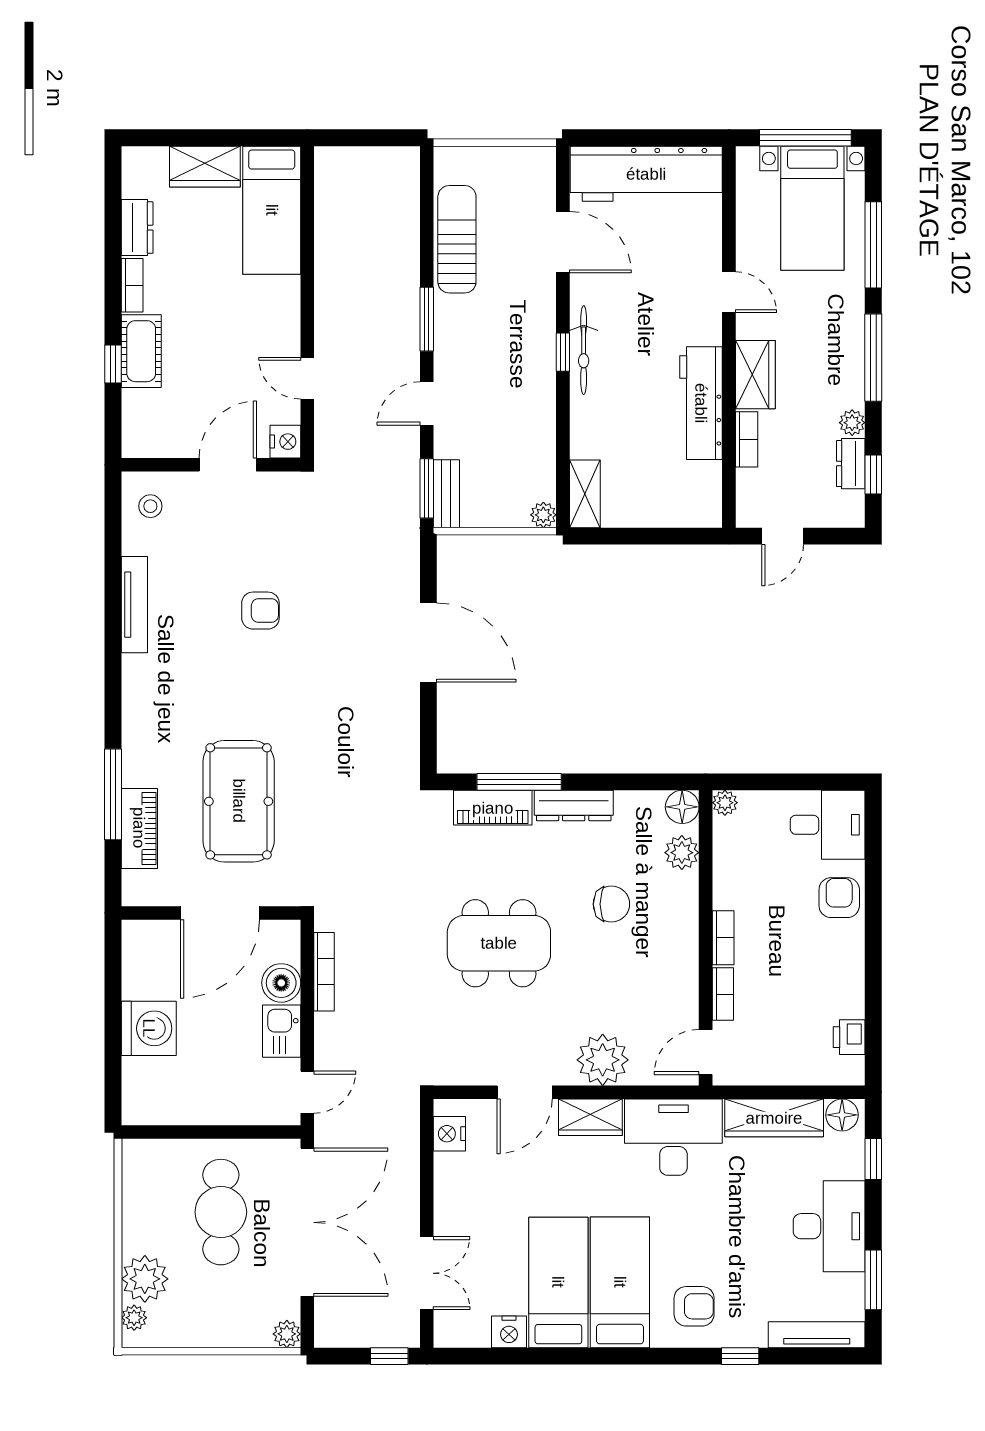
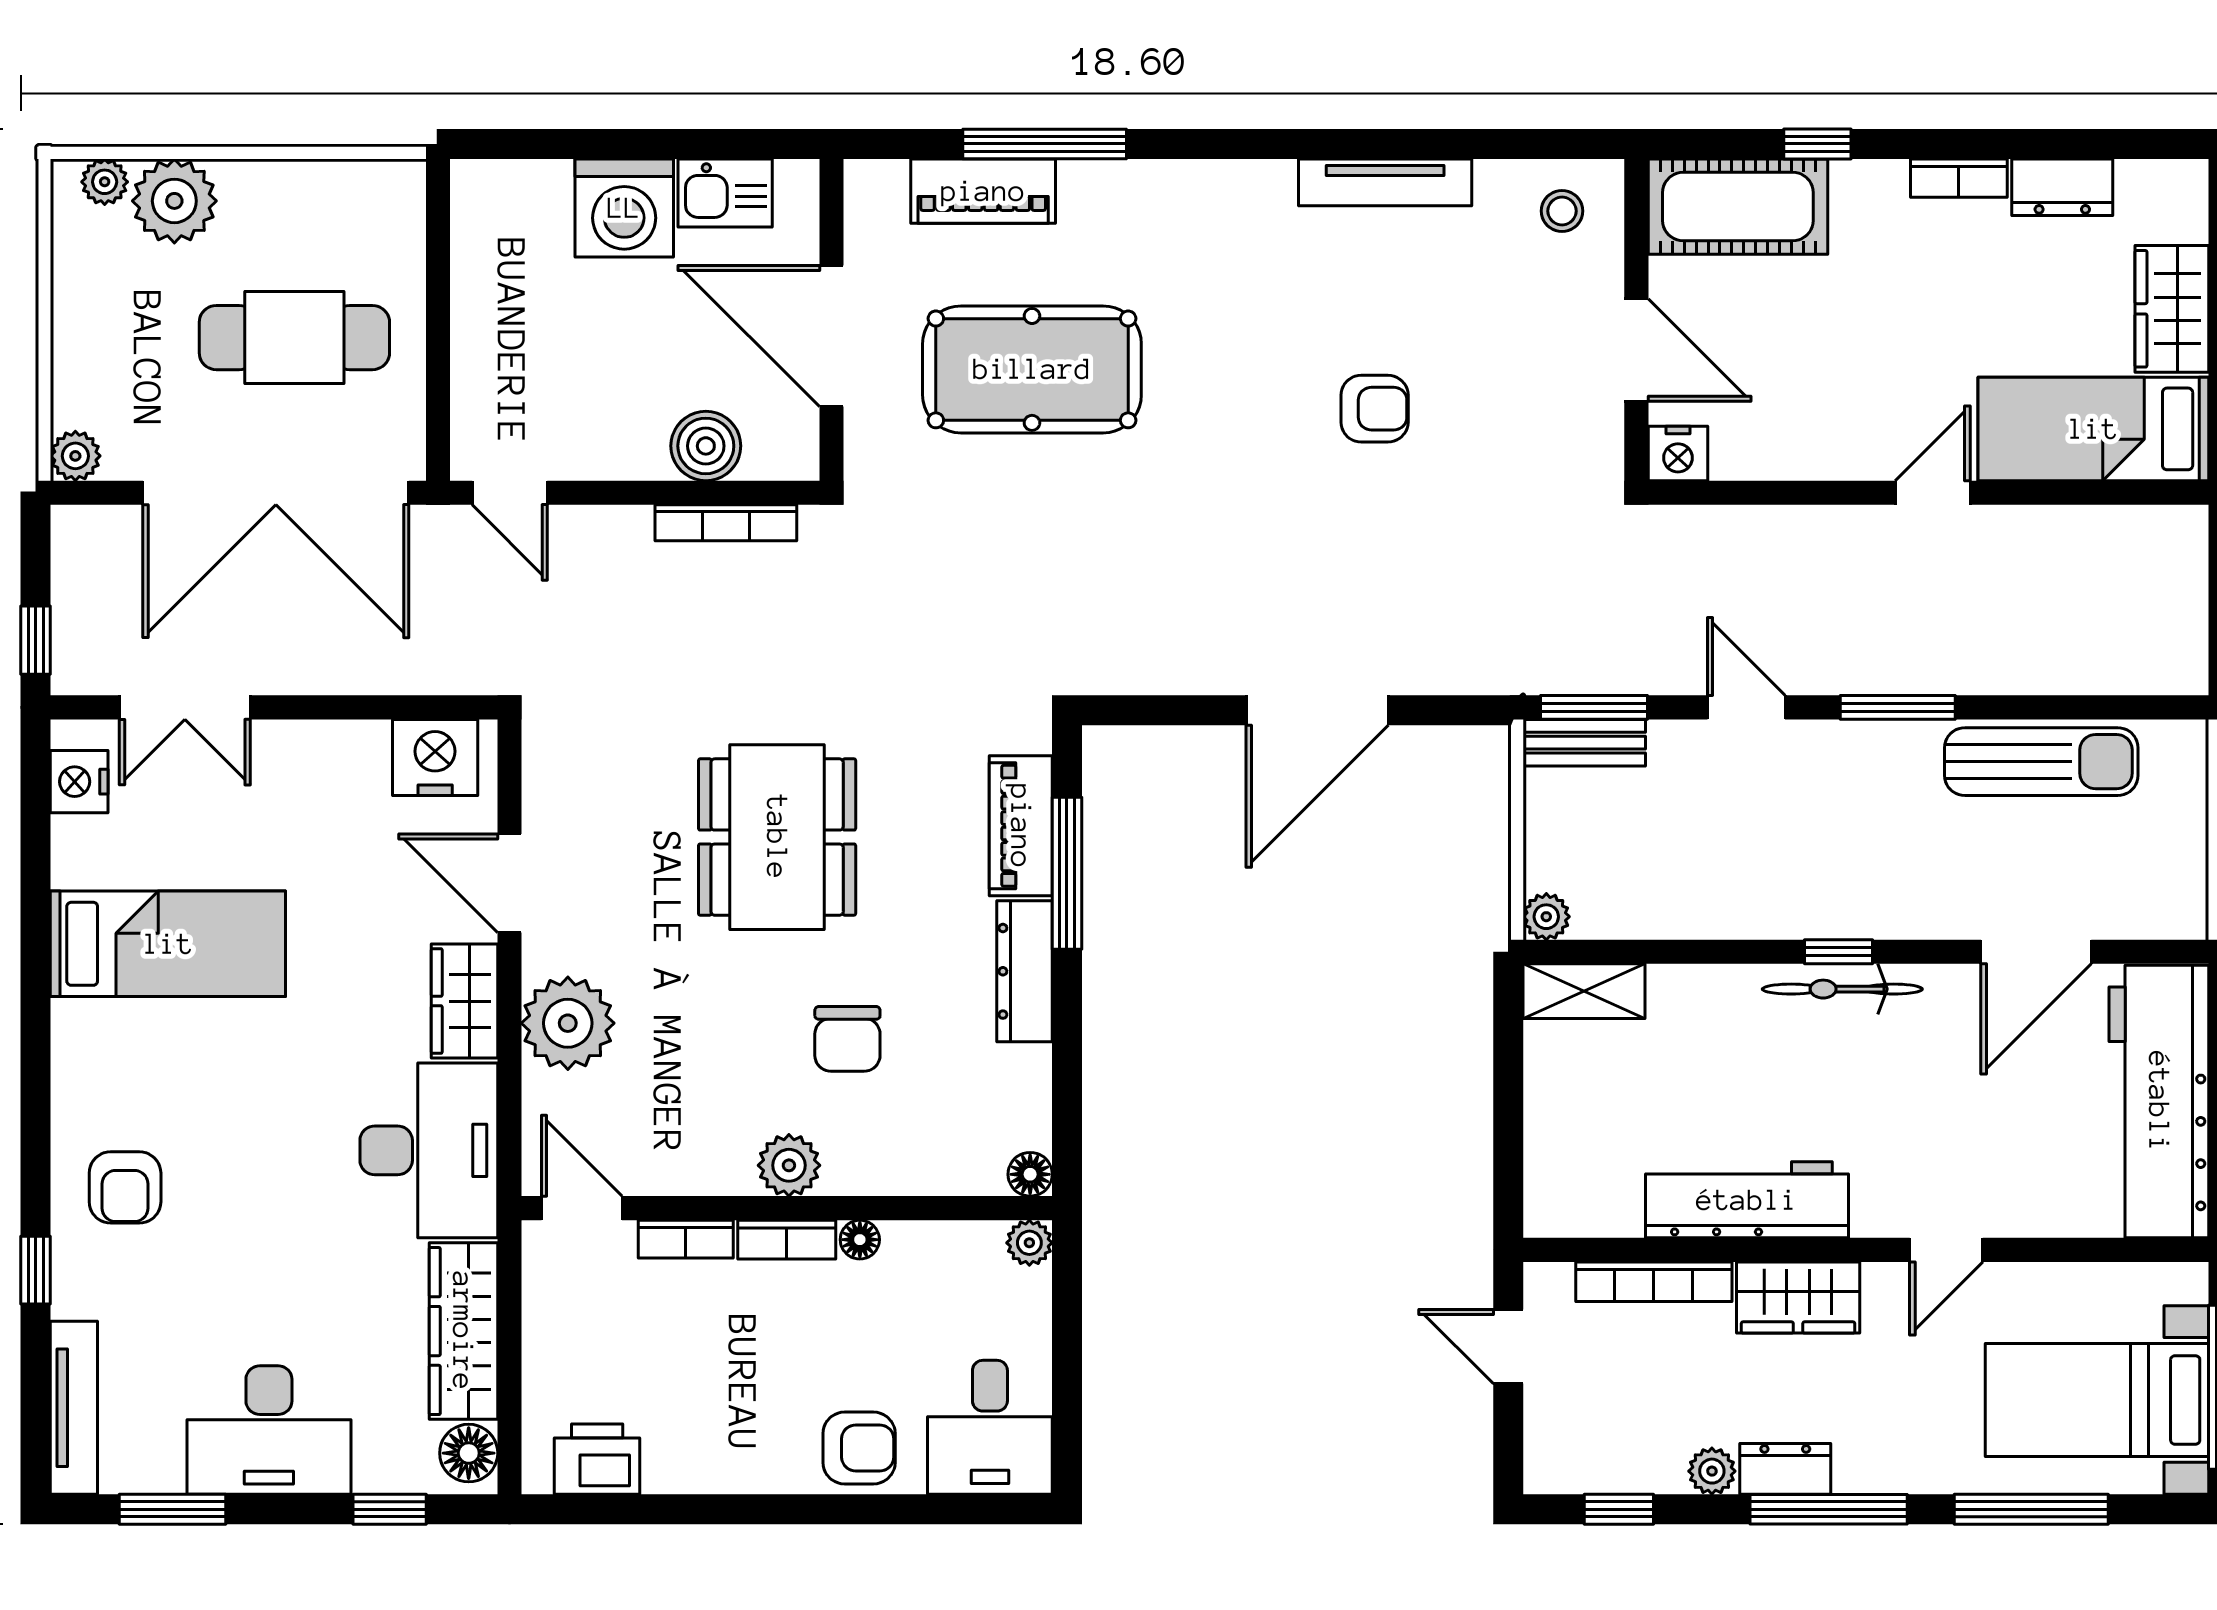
cot: (141, 351) -> (1738, 207), moved, width x1.37, depth x1.34
door: (307, 378) -> (1933, 493), moved
bookcase: (747, 439) -> (1654, 1282), width x1.56
dresser: (851, 464) -> (1785, 1469), moved
armchair: (260, 611) -> (1375, 409), turned -90
floor lamp: (682, 807) -> (1030, 1174), width x0.73, depth x0.73
plant: (682, 853) -> (789, 1165), moved
floor lamp: (723, 897) -> (860, 1240), added
kitchen sink: (282, 1031) -> (725, 193), moved, turned 180
printer: (849, 1037) -> (597, 1459), width x1.36, depth x1.24
nightstand: (449, 1134) -> (435, 757), width x1.36, depth x1.33
bed: (620, 1282) -> (168, 1054), removed
nightstand: (509, 1332) -> (79, 782), moved

